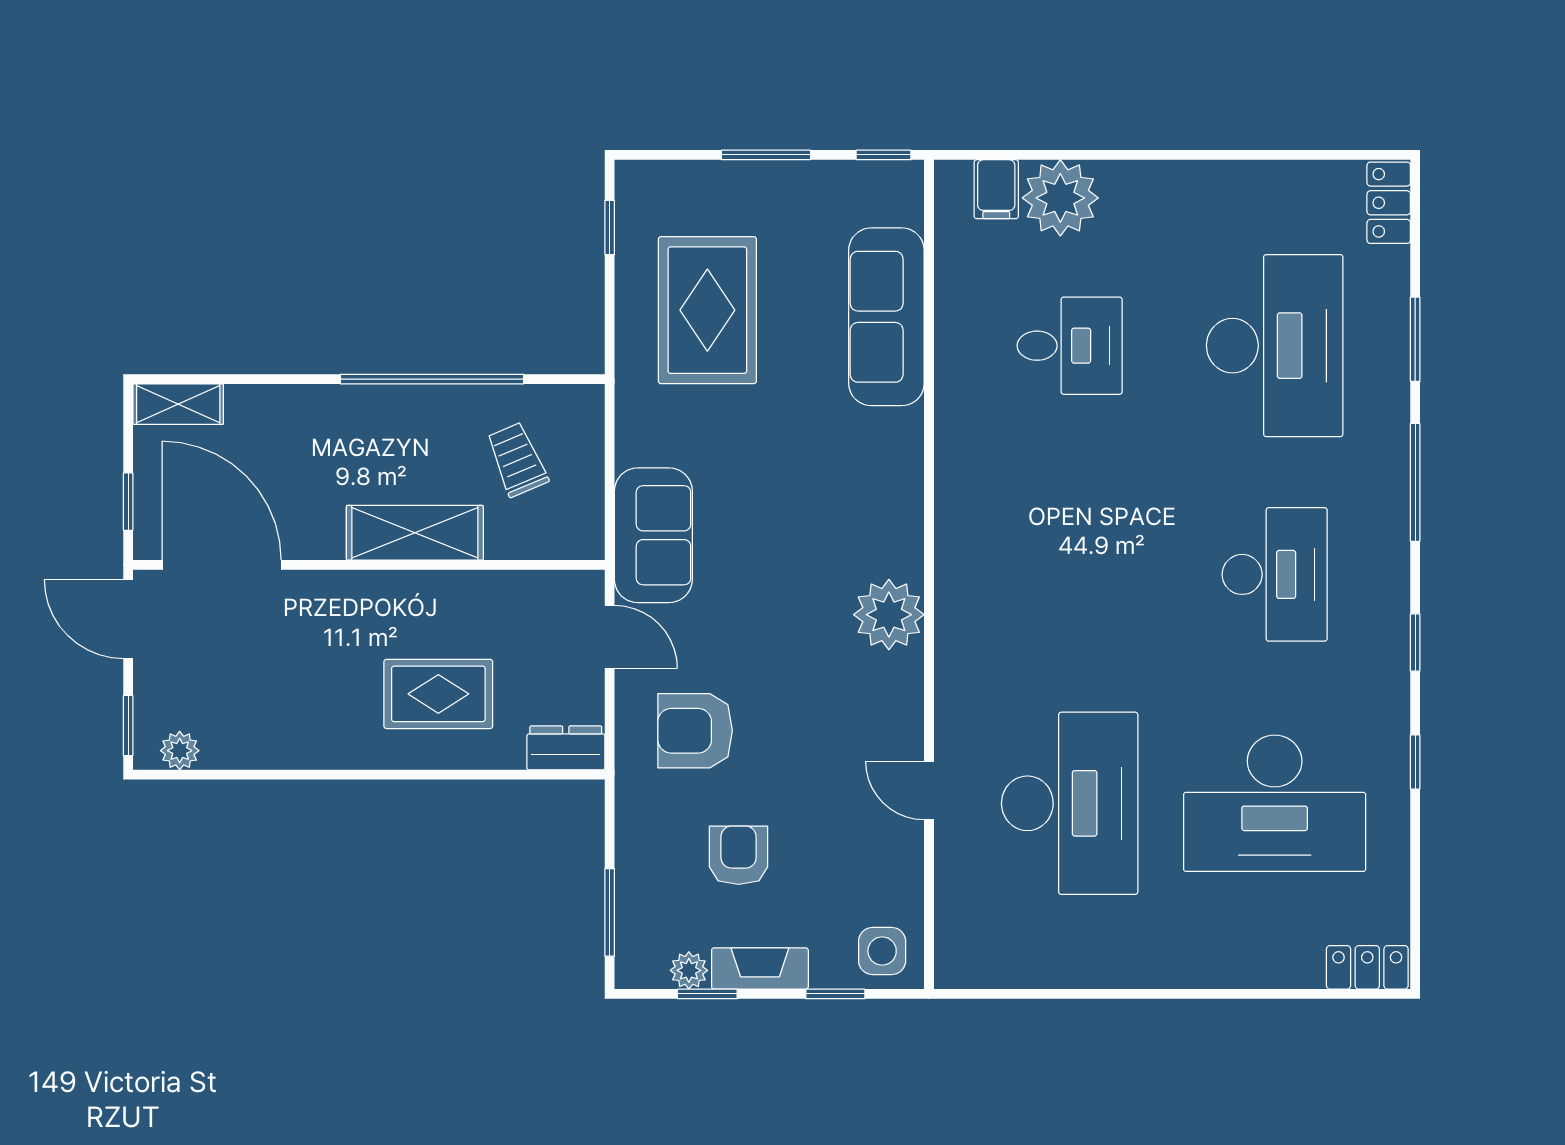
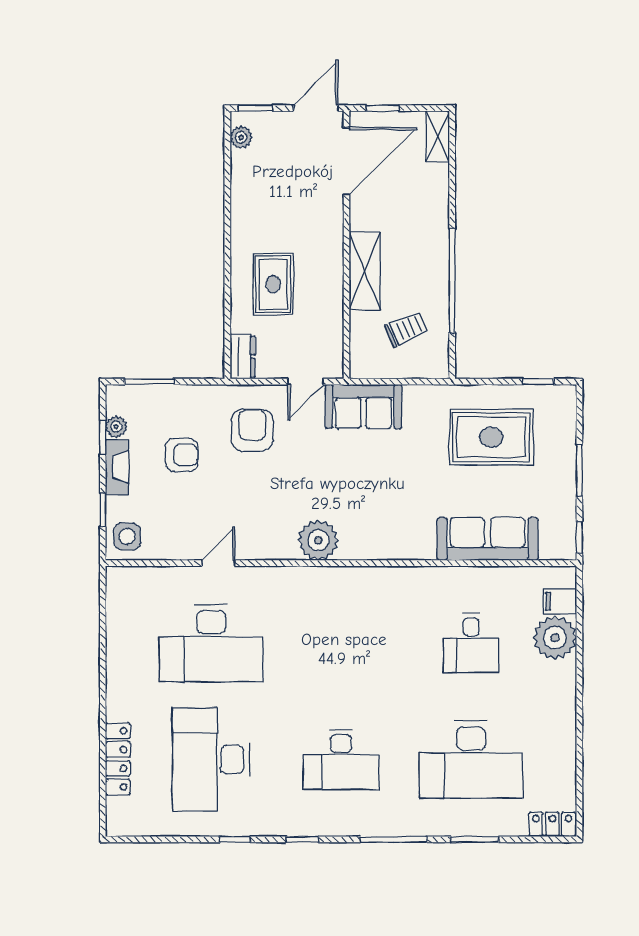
locker: (1367, 967) -> (118, 759), moved, width x1.53

